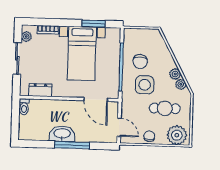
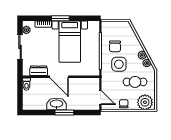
window: (93, 24) -> (60, 18), moved
door: (96, 99) -> (59, 77), moved
window: (72, 145) -> (64, 112), width x0.69

